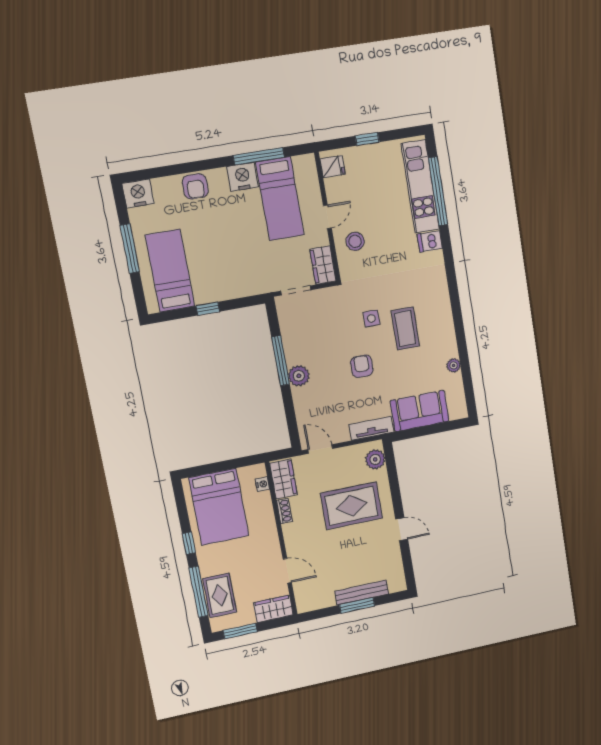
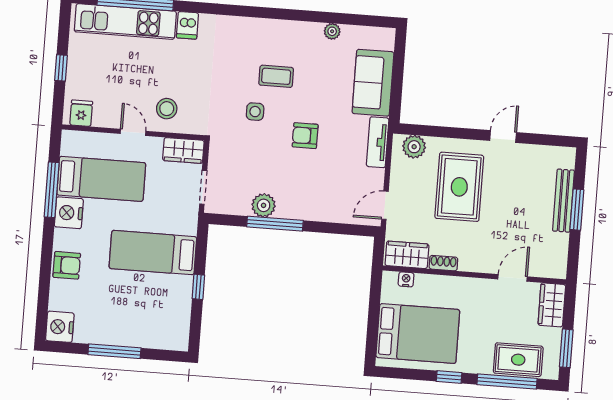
bed: (170, 271) -> (153, 253), moved
coffee table: (405, 328) -> (276, 76), width x0.73, depth x0.77
plant: (299, 376) -> (264, 205), moved

